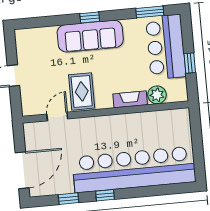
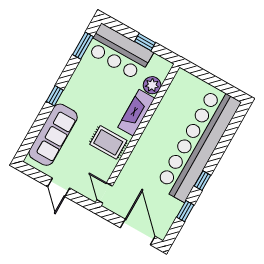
sofa: (90, 36) -> (53, 135), moved
fireplace: (130, 99) -> (136, 113), width x1.37, depth x1.32
door: (57, 116) -> (105, 193), moved

